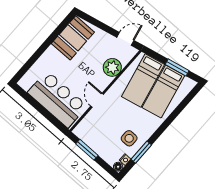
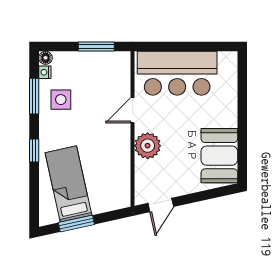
plant: (112, 67) -> (148, 146), moved
bed: (143, 81) -> (101, 176), removed
door: (97, 100) -> (133, 110), swing flipped
window: (166, 124) -> (34, 151), added

